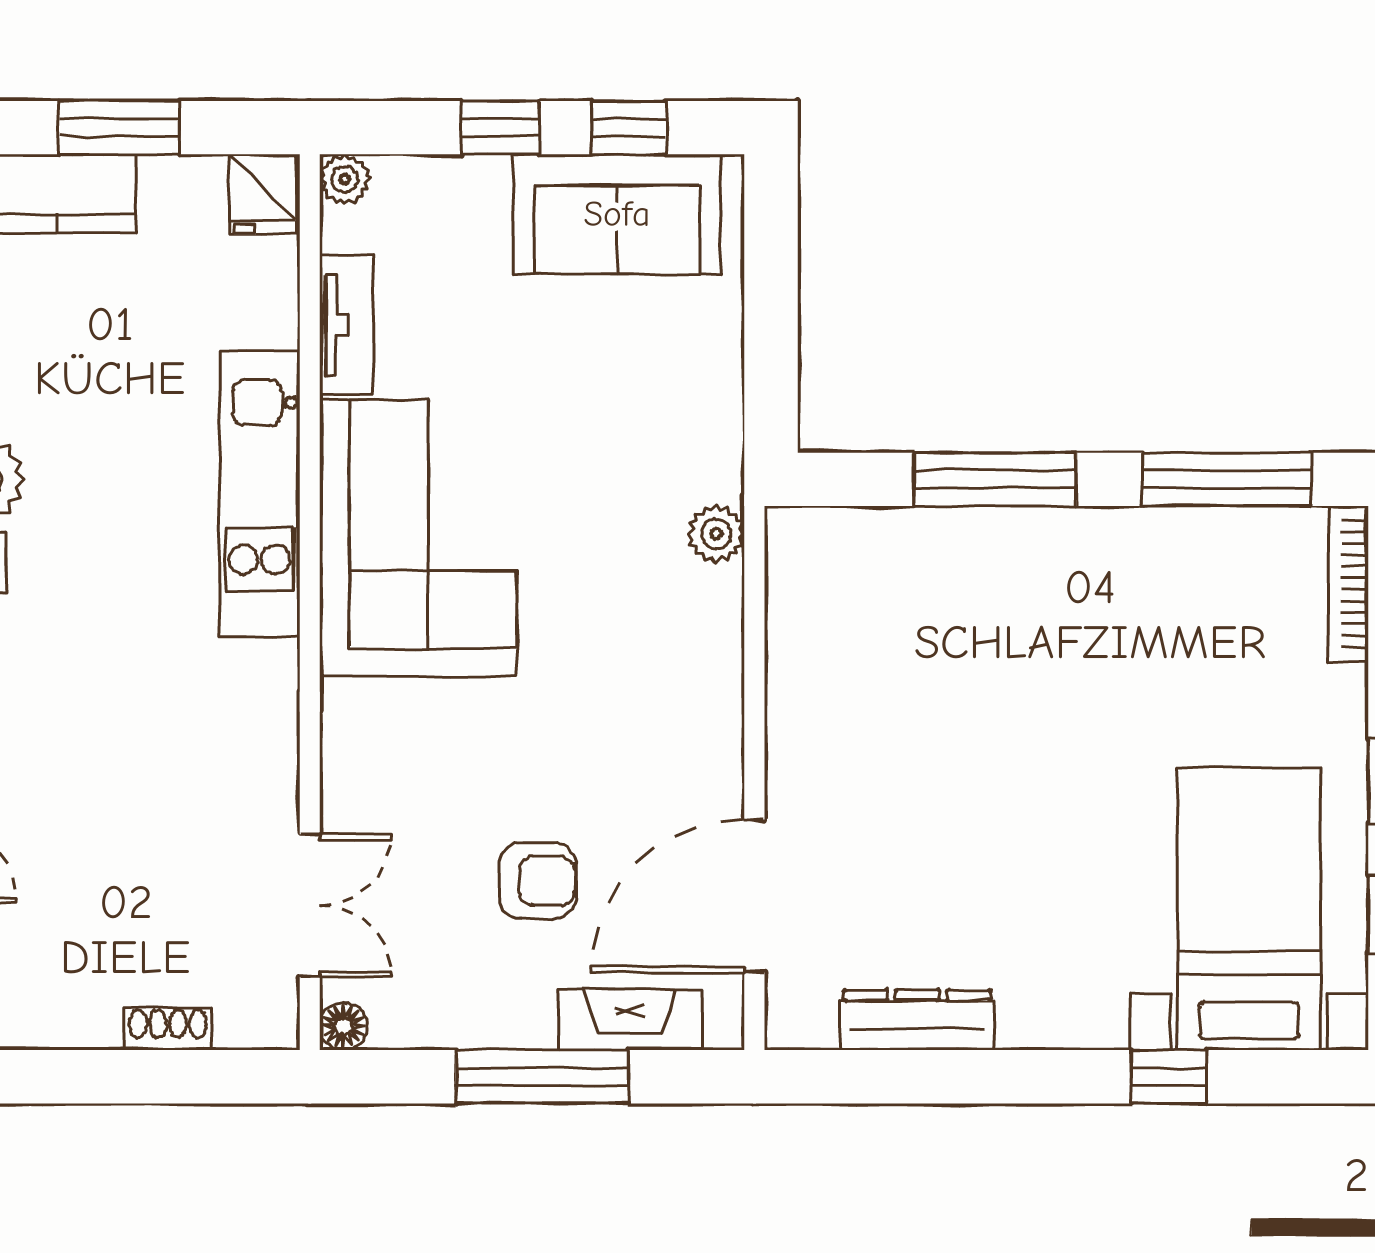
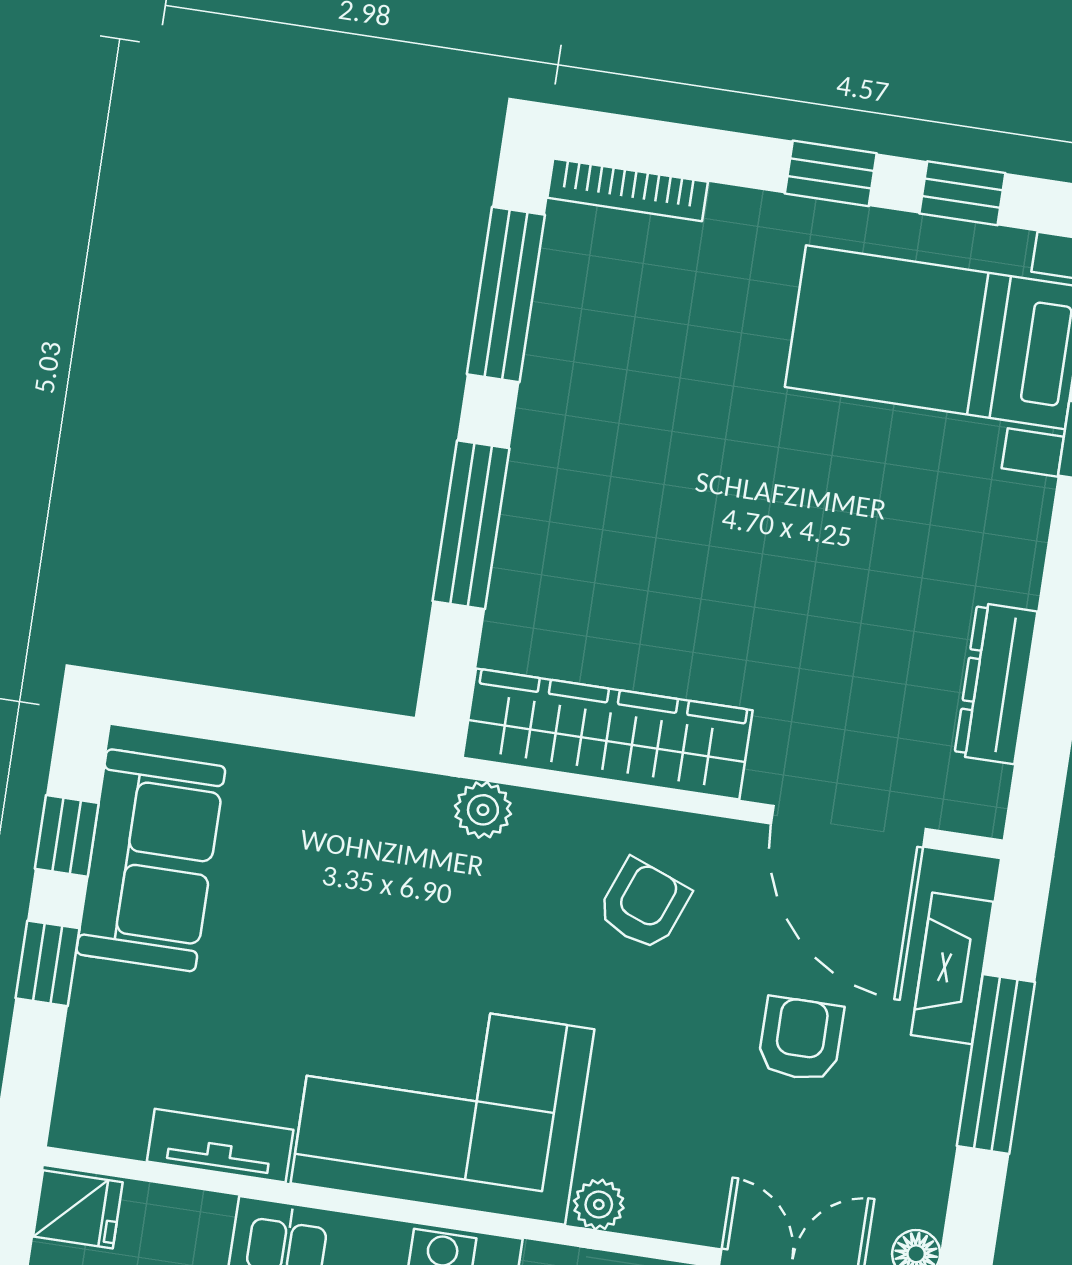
plant: (345, 179) -> (599, 1204), moved
wardrobe: (810, 645) -> (608, 734), added
armchair: (647, 706) -> (644, 904), added

